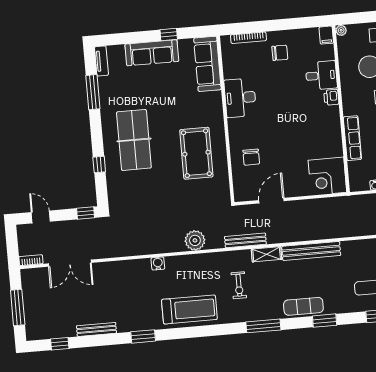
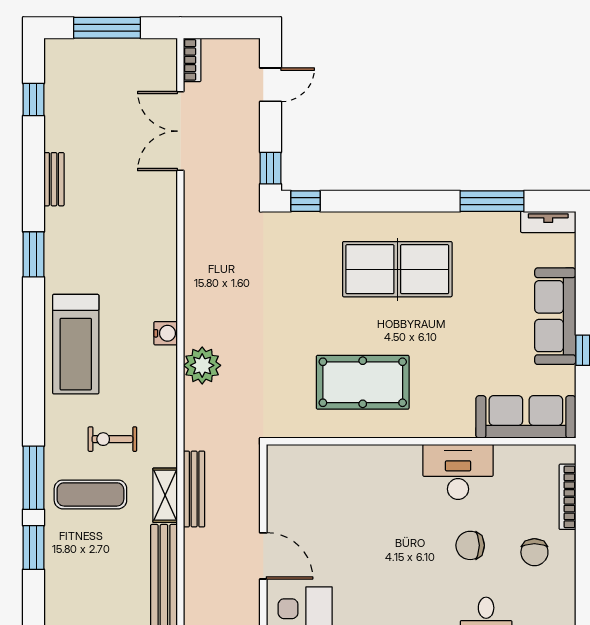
chair: (251, 157) -> (470, 545), moved
window: (99, 164) -> (305, 201), moved
door: (271, 201) -> (263, 556), moved
bench: (245, 240) -> (194, 489), moved
water cooler: (158, 263) -> (166, 333), moved
exercise mat: (303, 306) -> (90, 494), moved, turned 90
window: (325, 321) -> (33, 548), moved
bench: (96, 329) -> (54, 179), width x0.73

